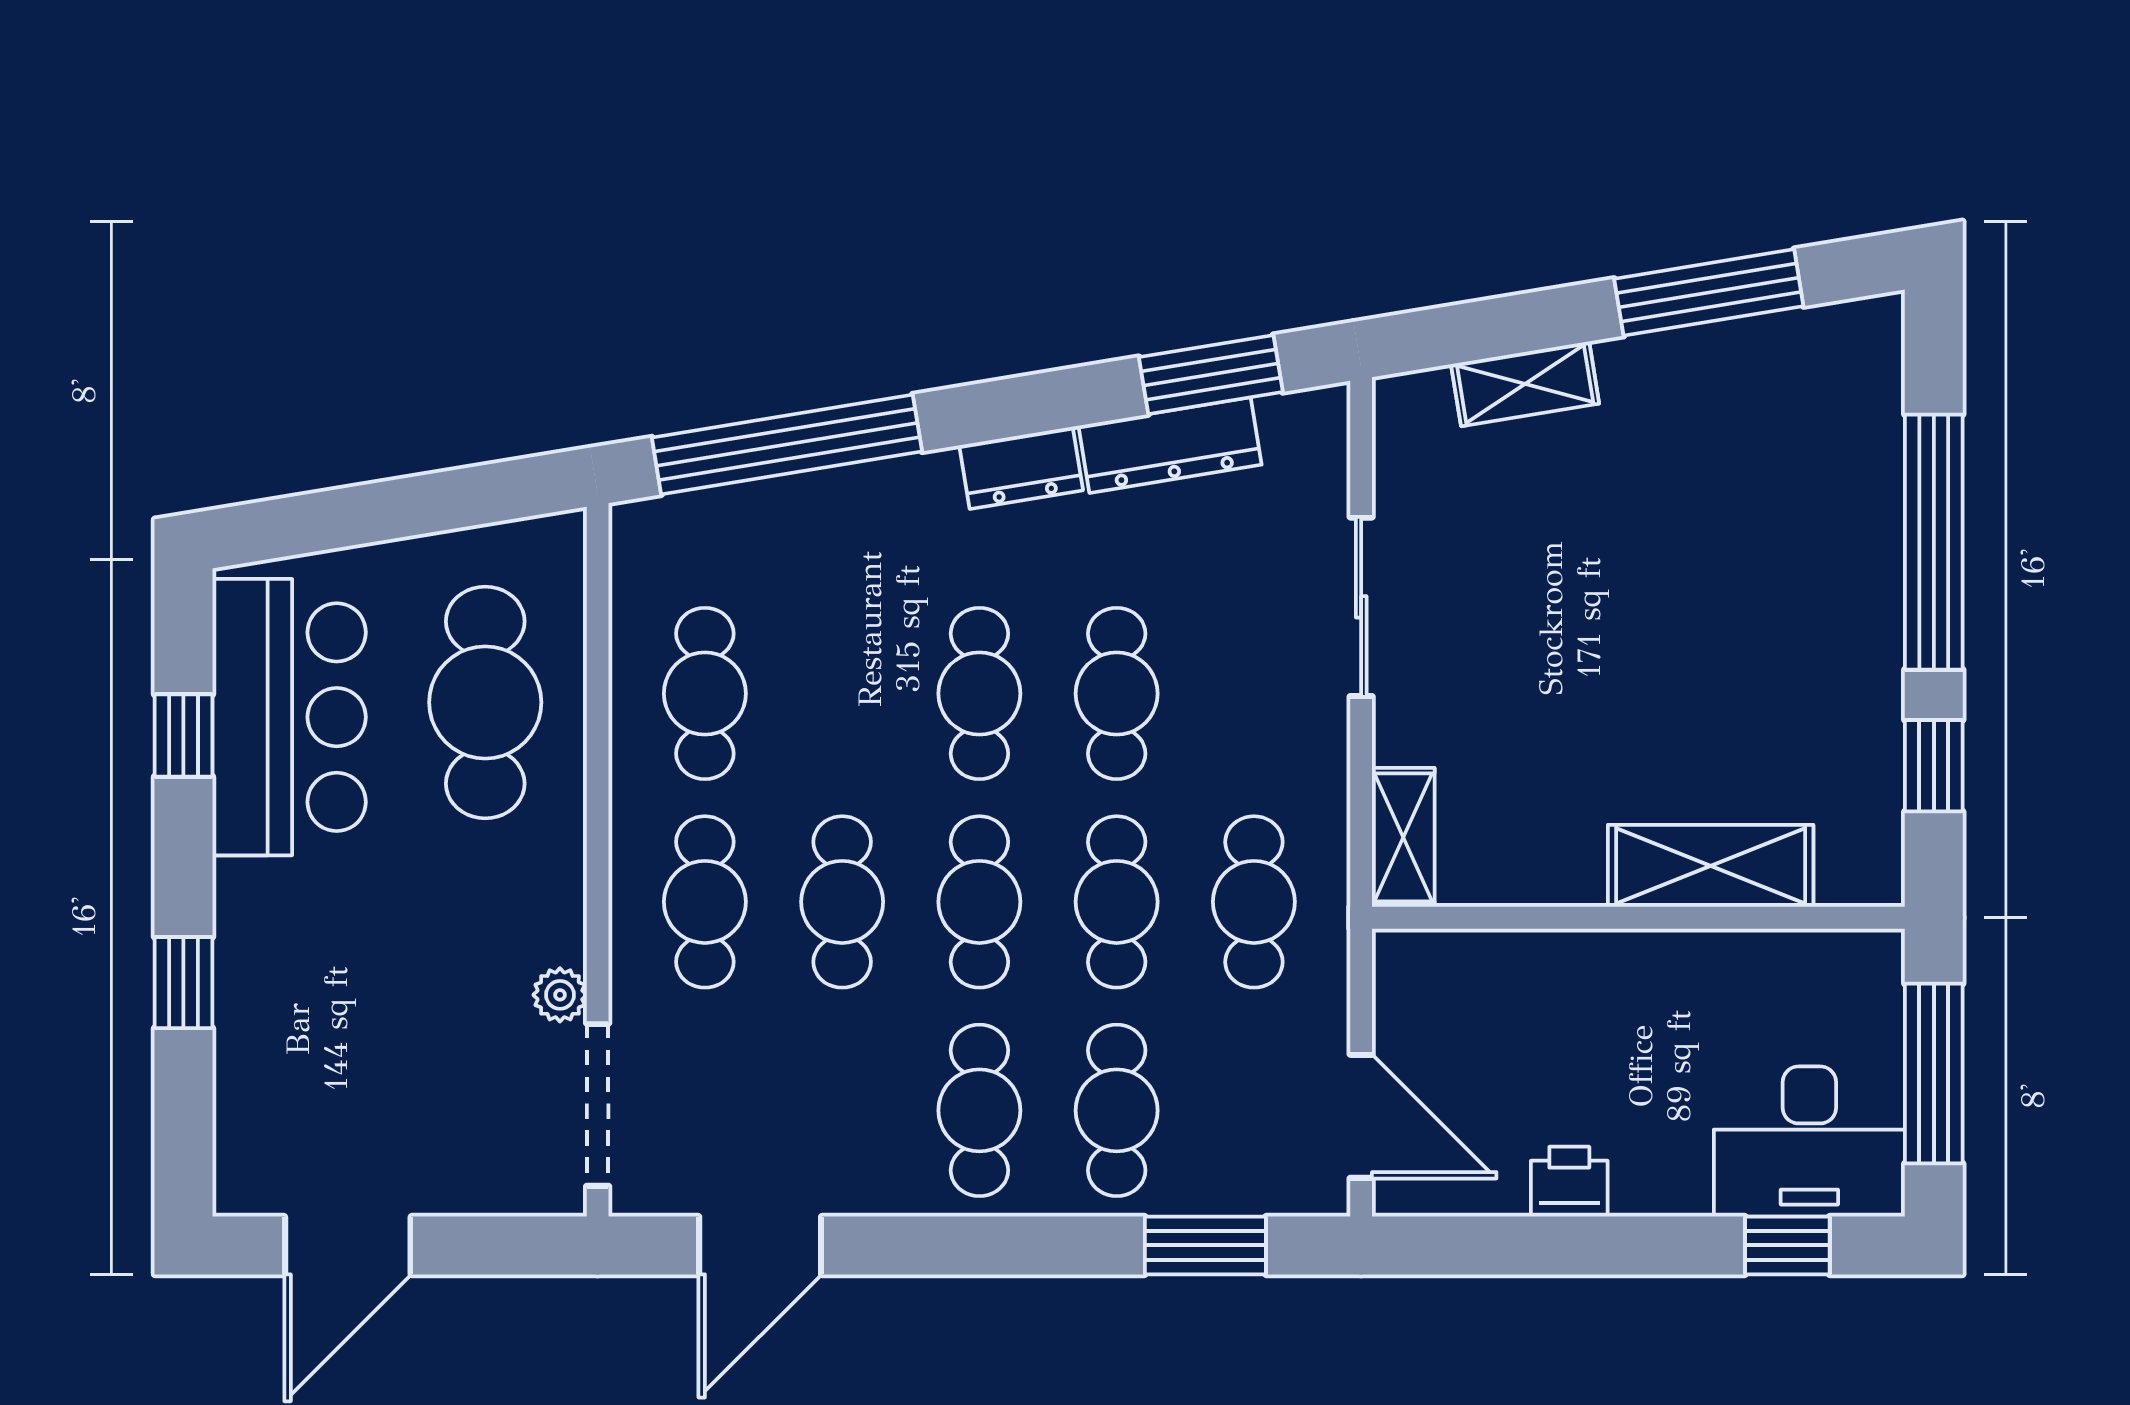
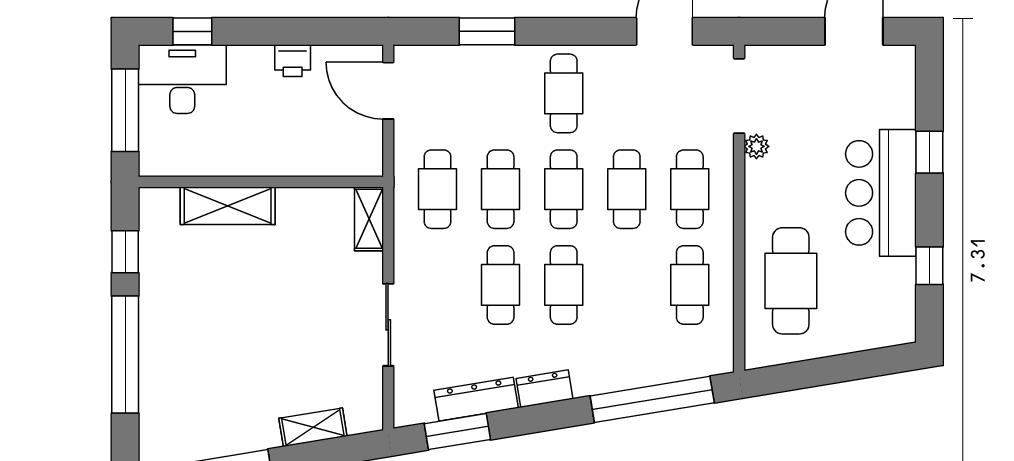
bar counter: (289, 717) -> (881, 193), moved
cafe table: (1117, 1110) -> (501, 93), removed
window: (1205, 1245) -> (487, 31), moved

